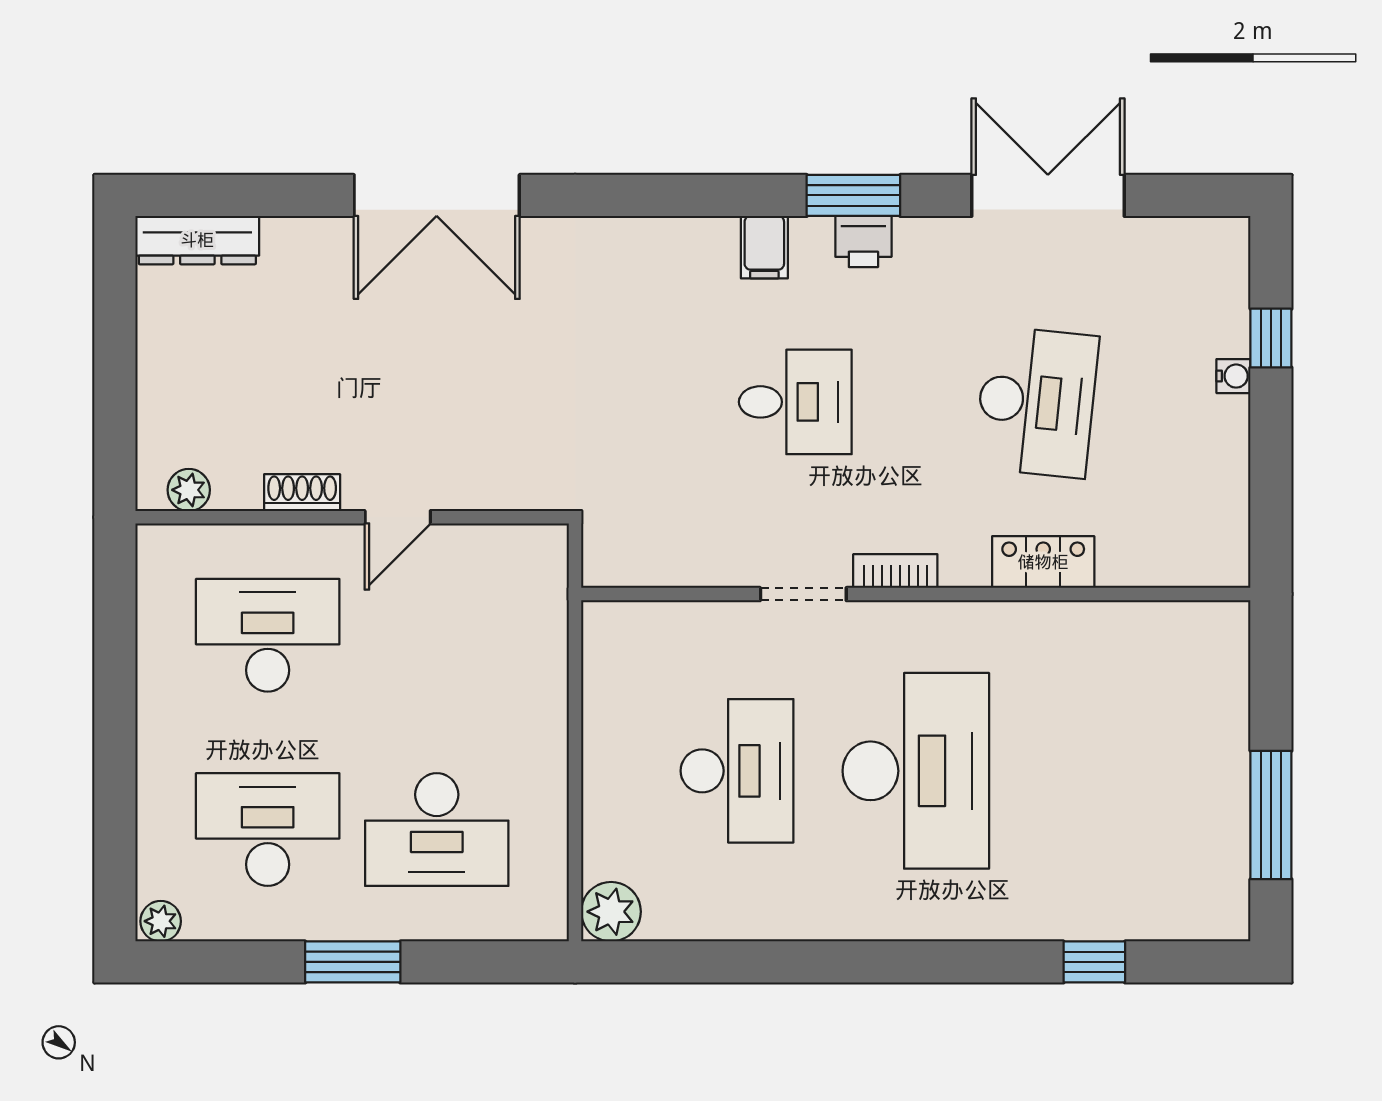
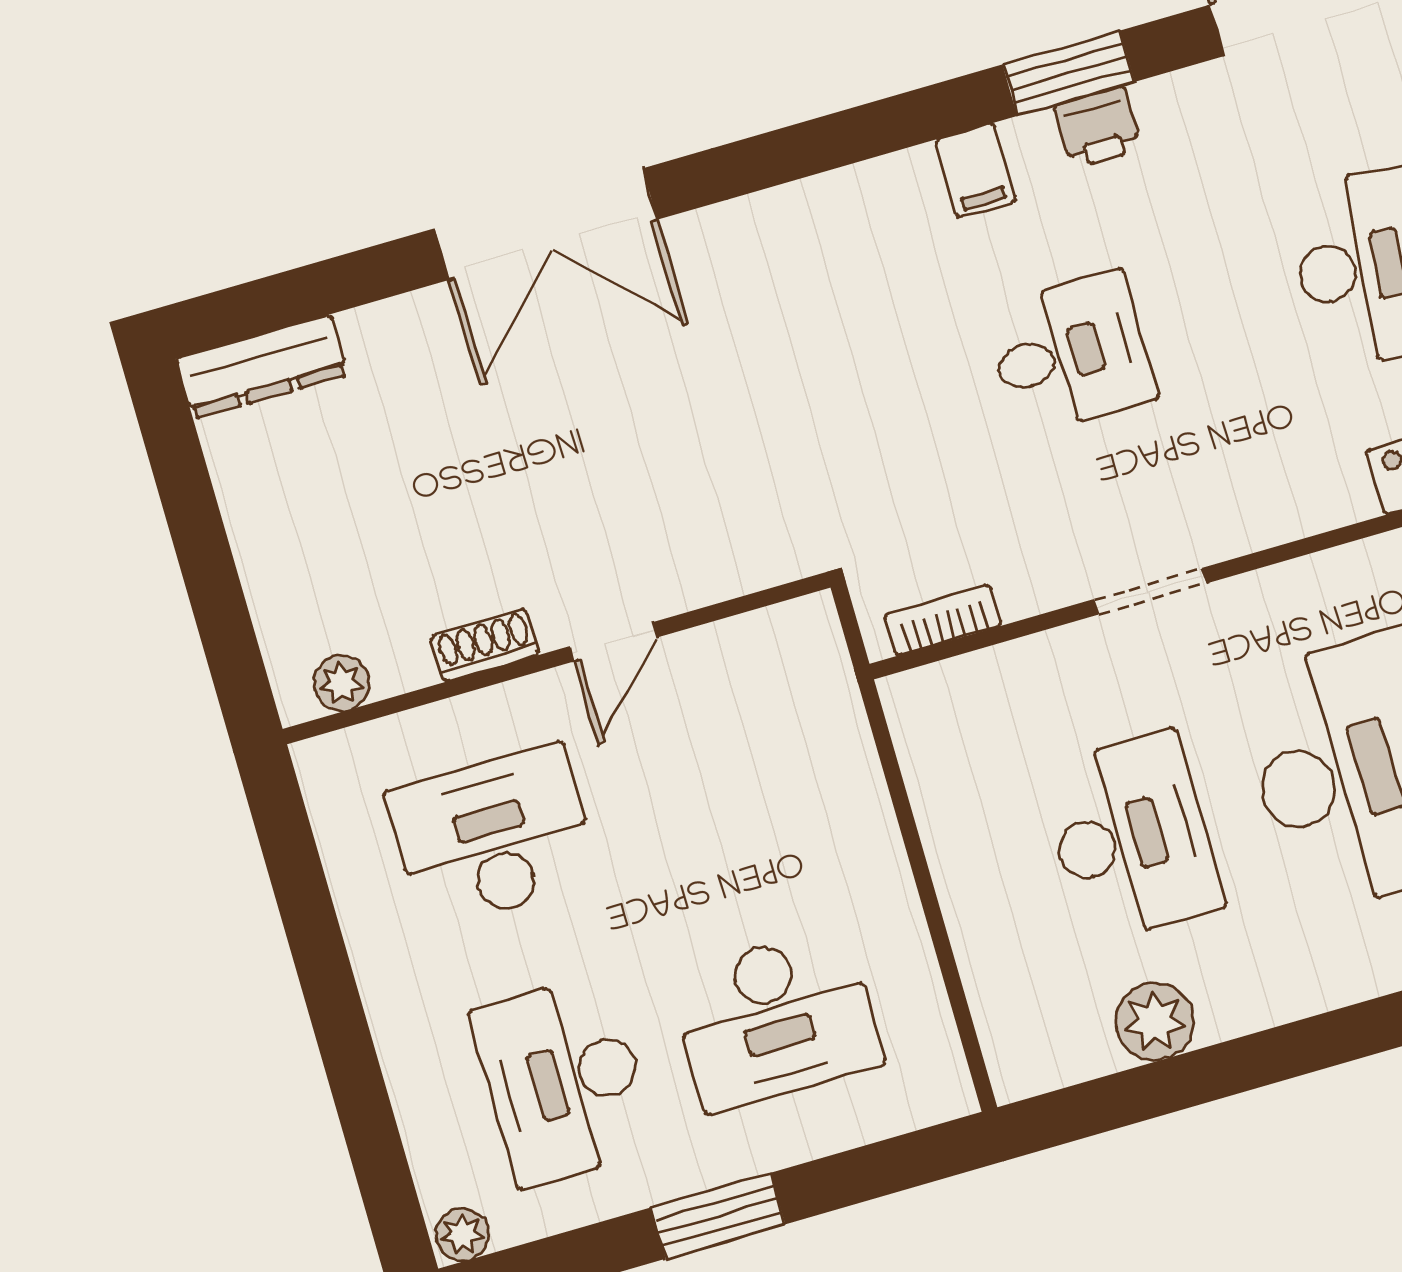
bookcase: (895, 571) -> (943, 620), moved
desk: (268, 830) -> (564, 1081), turned -90
plant: (611, 912) -> (1155, 1022), moved

